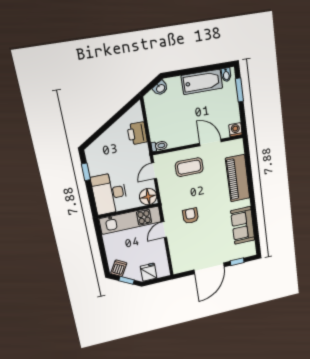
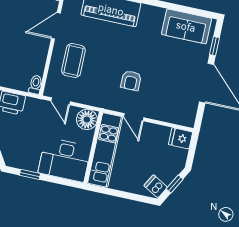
armchair: (191, 216) -> (131, 81), turned -90
sofa: (243, 225) -> (186, 26), moved
fridge: (149, 272) -> (181, 138), moved

